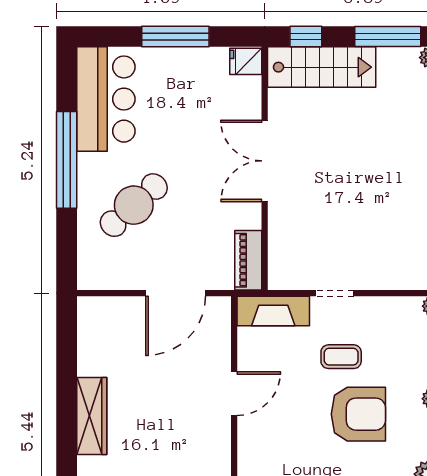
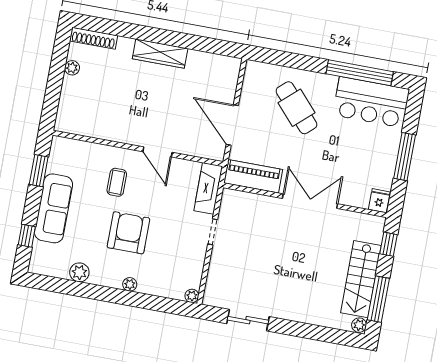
stairs: (322, 67) -> (361, 279), moved
window: (67, 160) -> (360, 73), moved
piano: (248, 260) -> (253, 176), width x1.37, depth x1.33
coffee table: (341, 357) -> (117, 182), moved
armchair: (358, 414) -> (128, 233), turned 180

